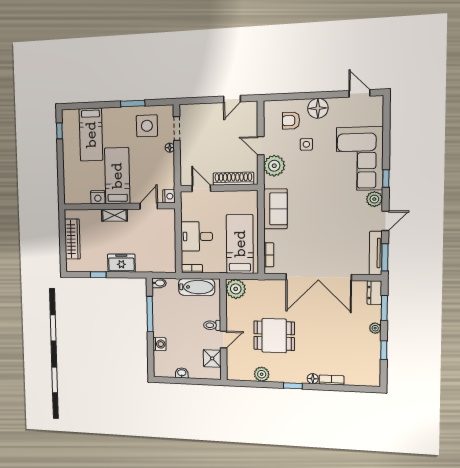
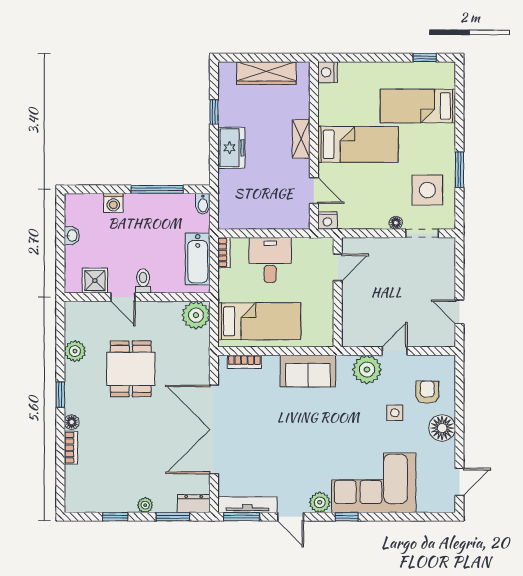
shoe rack: (233, 179) -> (350, 313), removed
nightstand: (98, 197) -> (328, 72), moved

